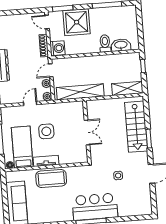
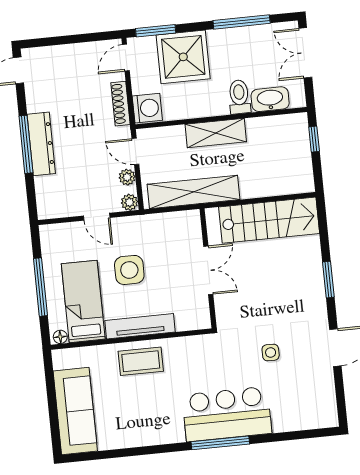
door: (47, 22) -> (126, 58), hinge flipped
double door: (140, 22) -> (305, 53), added
door: (51, 70) -> (135, 151), hinge flipped
shelving: (127, 88) -> (216, 133), moved
door: (30, 104) -> (97, 217), swing flipped
stairs: (136, 127) -> (269, 220), moved, turned -90
tv unit: (46, 161) -> (140, 326), width x1.41
coffee table: (51, 178) -> (141, 361), width x0.73, depth x0.76

